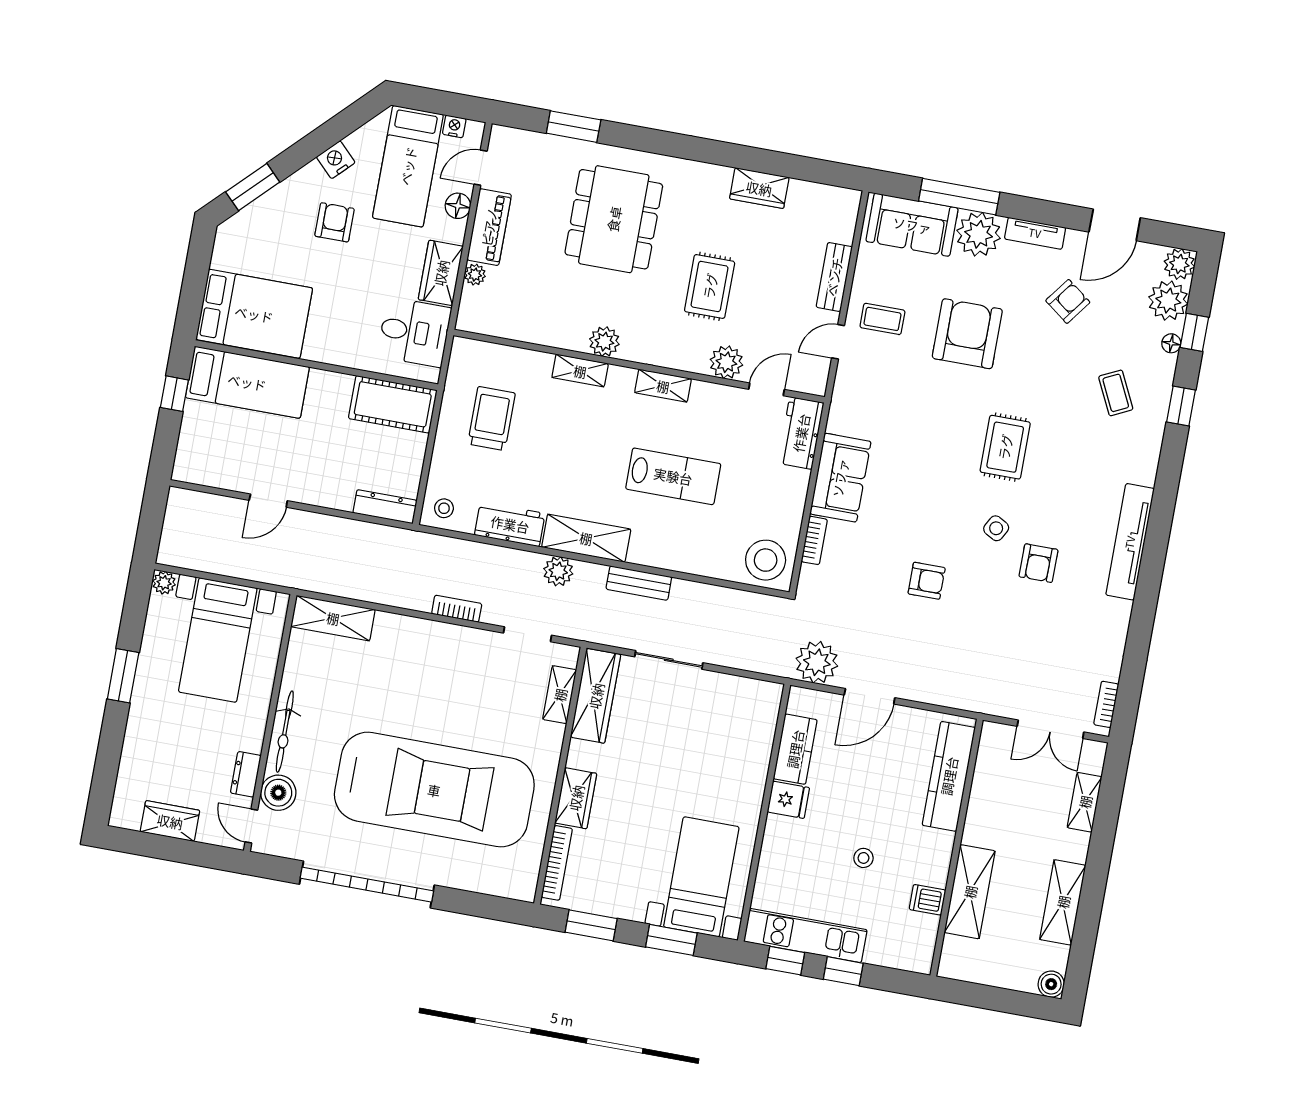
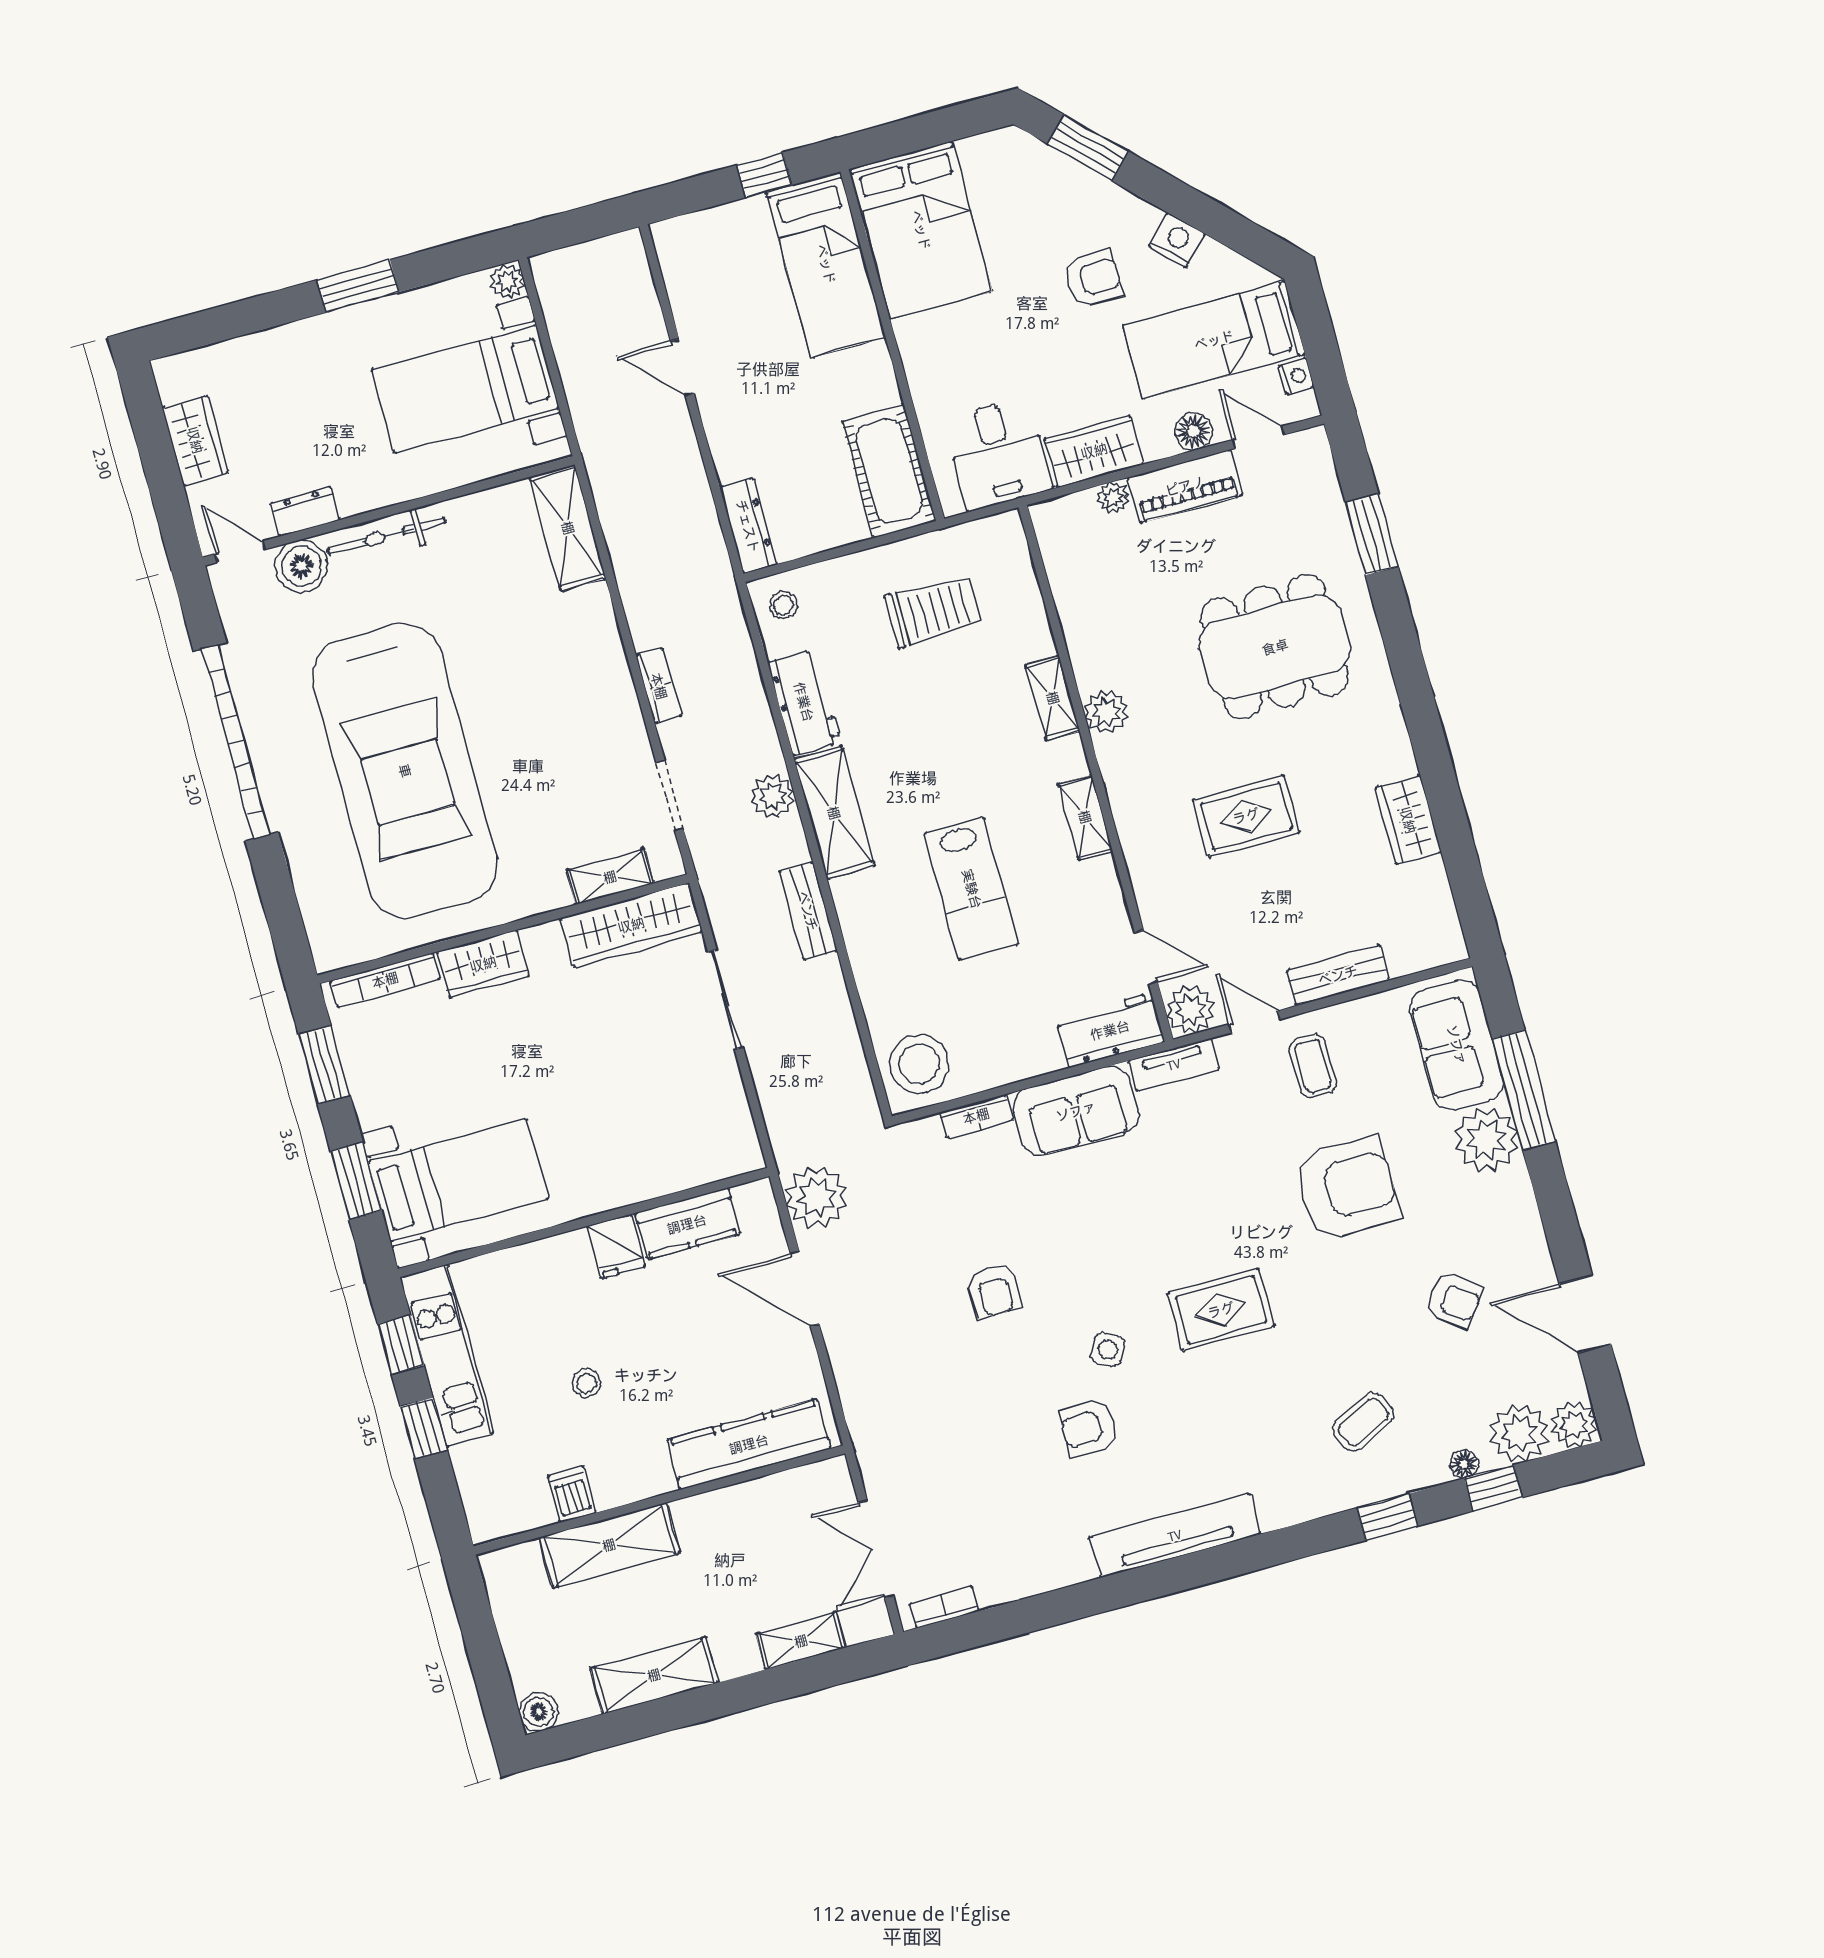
tv unit: (1035, 233) -> (1174, 1065), moved, turned -90
plant: (726, 362) -> (1190, 1010), moved
door: (251, 826) -> (240, 552), hinge flipped

